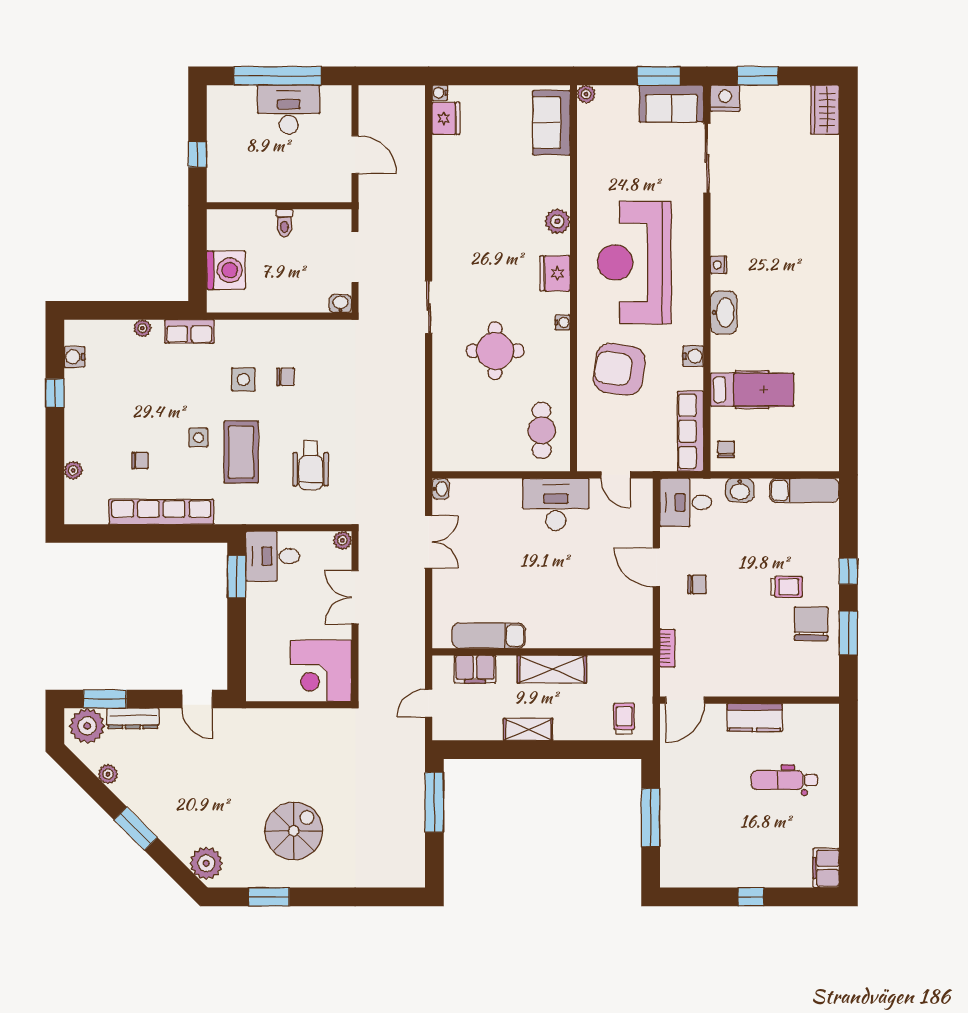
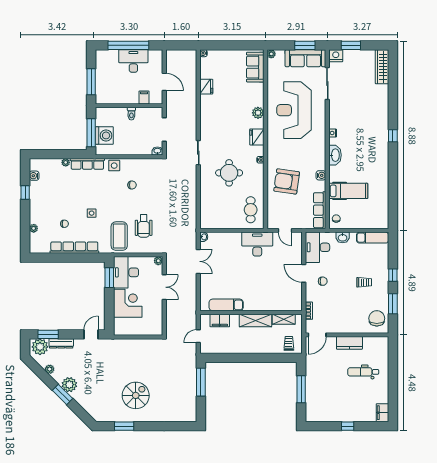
sofa: (671, 104) -> (305, 58), width x1.36
wardrobe: (825, 110) -> (382, 67), width x1.50
fridge: (446, 118) -> (206, 87), moved
window: (198, 154) -> (91, 82), width x2.17
filing cabinet: (312, 188) -> (144, 97), added
reception desk: (634, 263) -> (294, 110), moved
window: (198, 264) -> (91, 133), added
window: (848, 271) -> (393, 136), added
row of seats: (189, 331) -> (87, 164), width x1.48
side table: (243, 379) -> (114, 166), moved
coffee table: (241, 452) -> (119, 236), moved
desk: (686, 502) -> (317, 247), width x1.37
desk: (273, 556) -> (126, 272), width x1.37
double door: (355, 597) -> (164, 287), swing flipped
chair: (811, 624) -> (377, 318), moved
corner desk: (321, 671) -> (128, 303), moved, turned 180
door: (197, 699) -> (91, 334), swing flipped
shelving: (528, 729) -> (284, 319), moved
plant: (206, 863) -> (69, 385), moved

